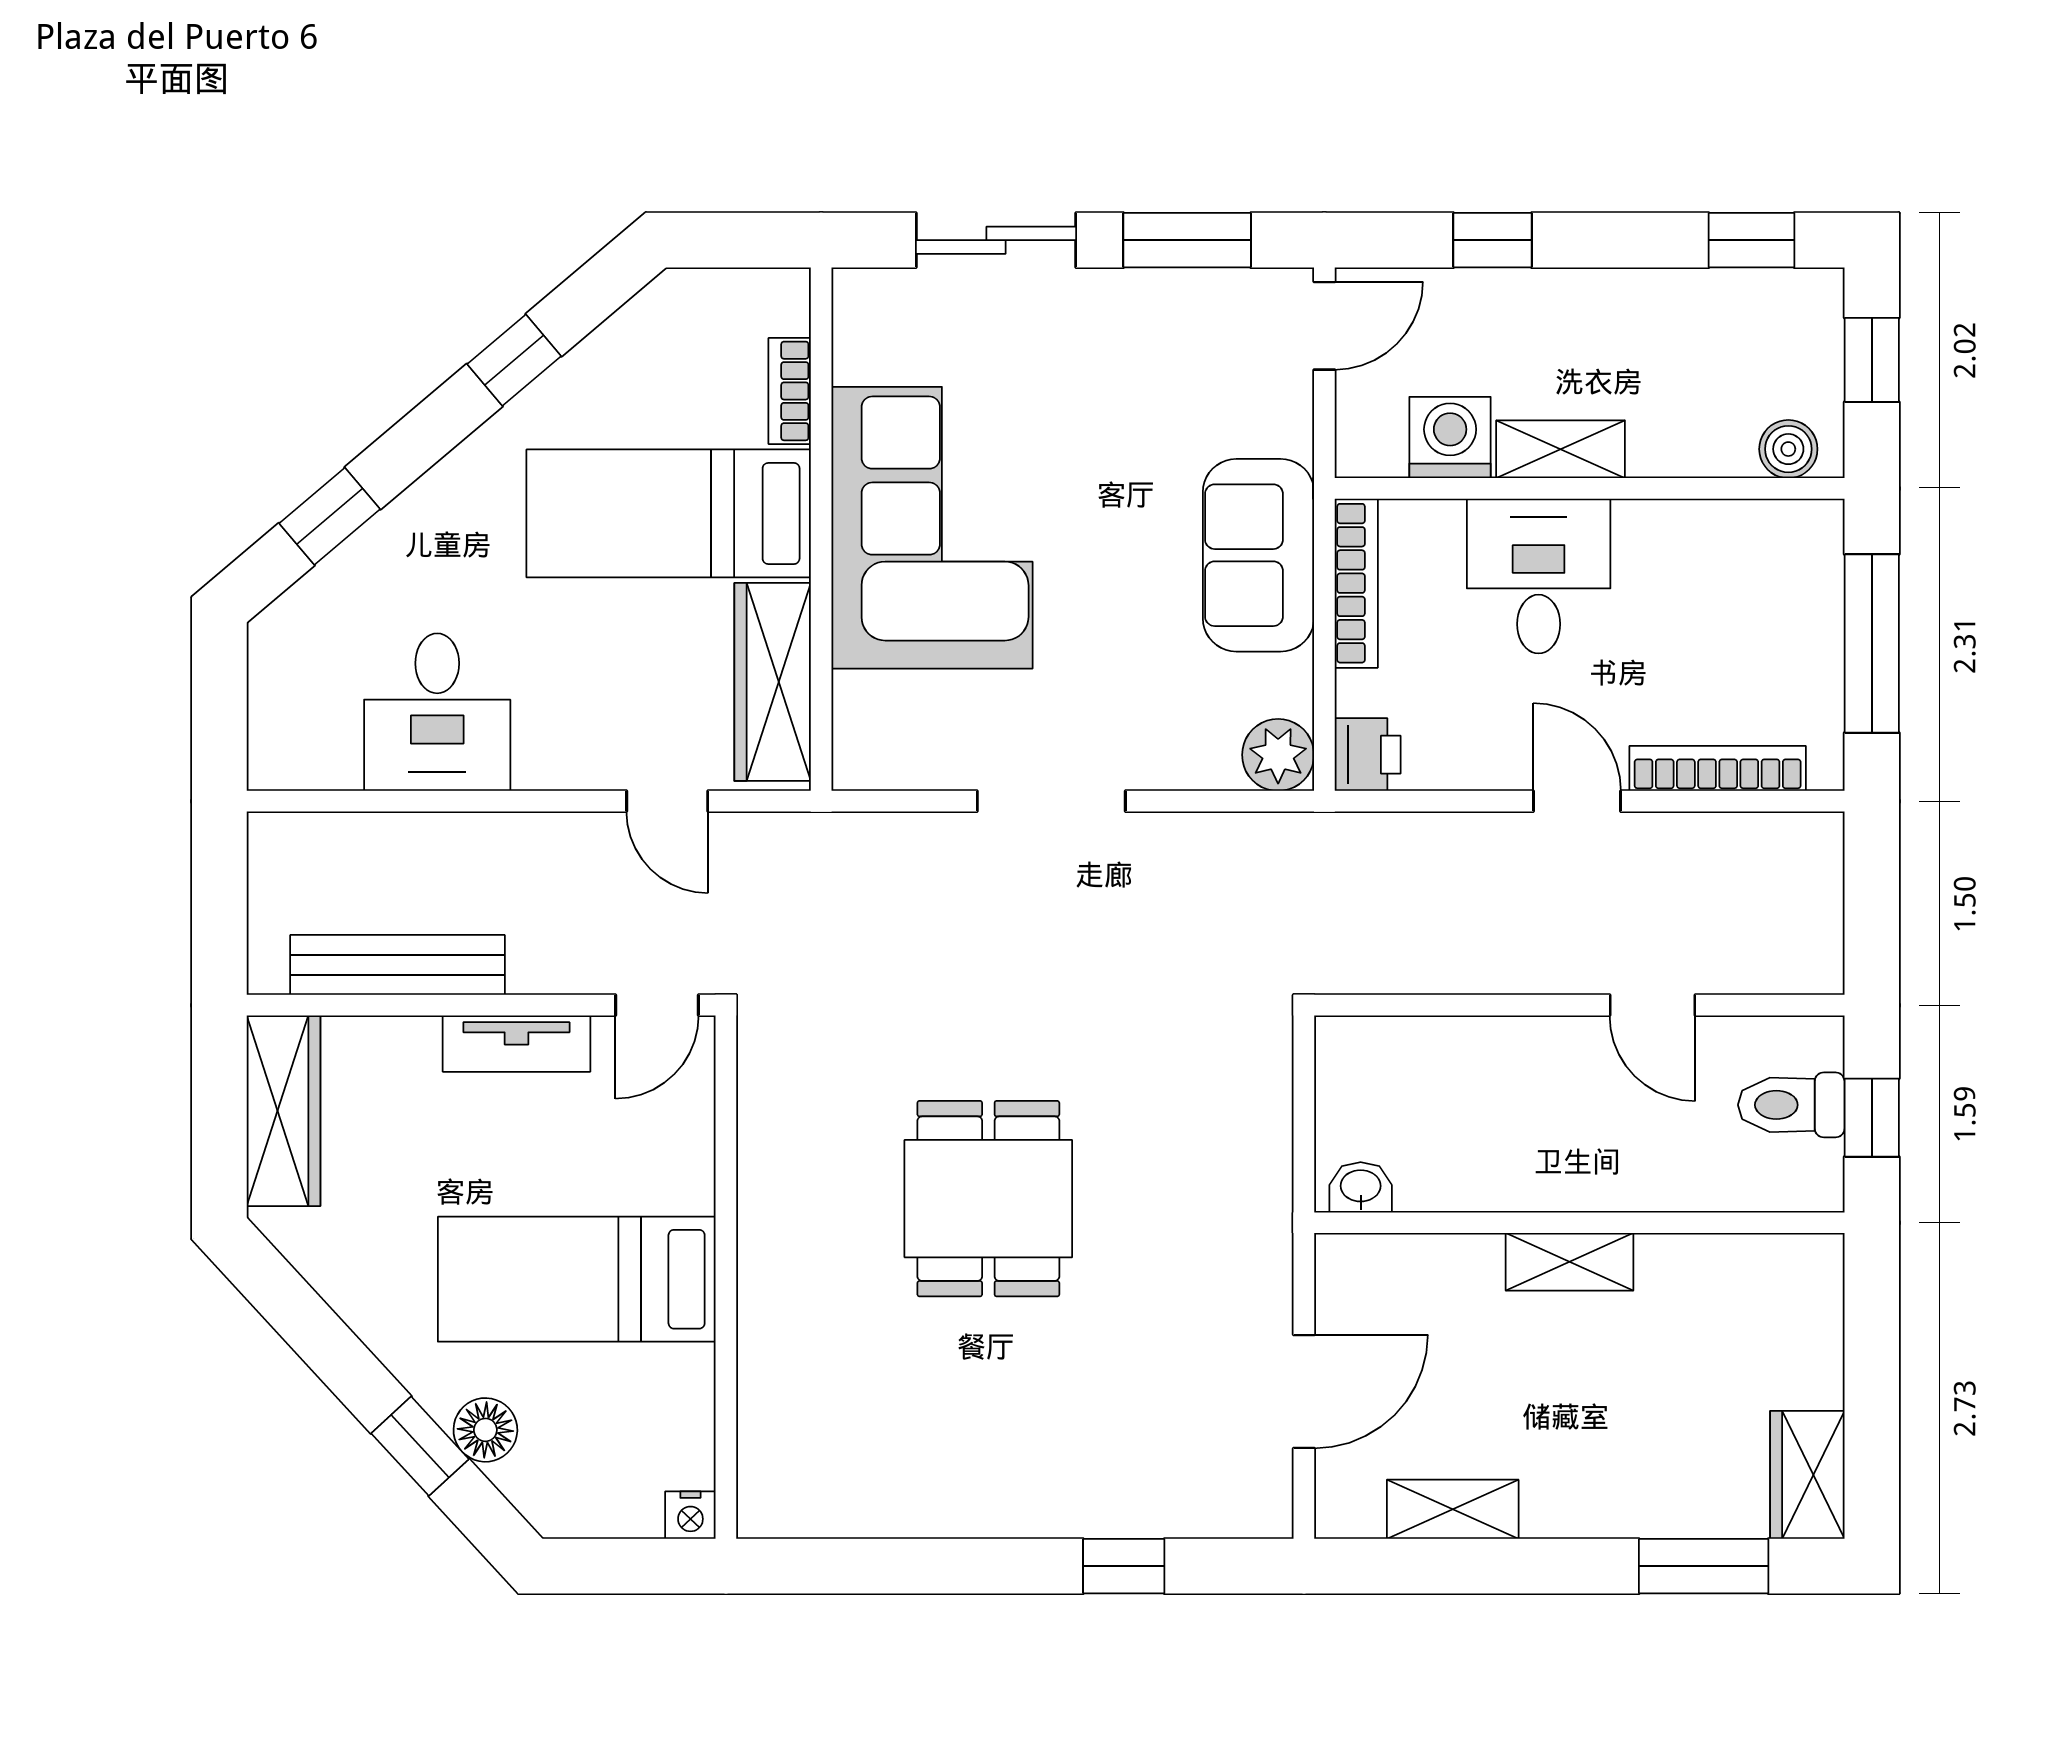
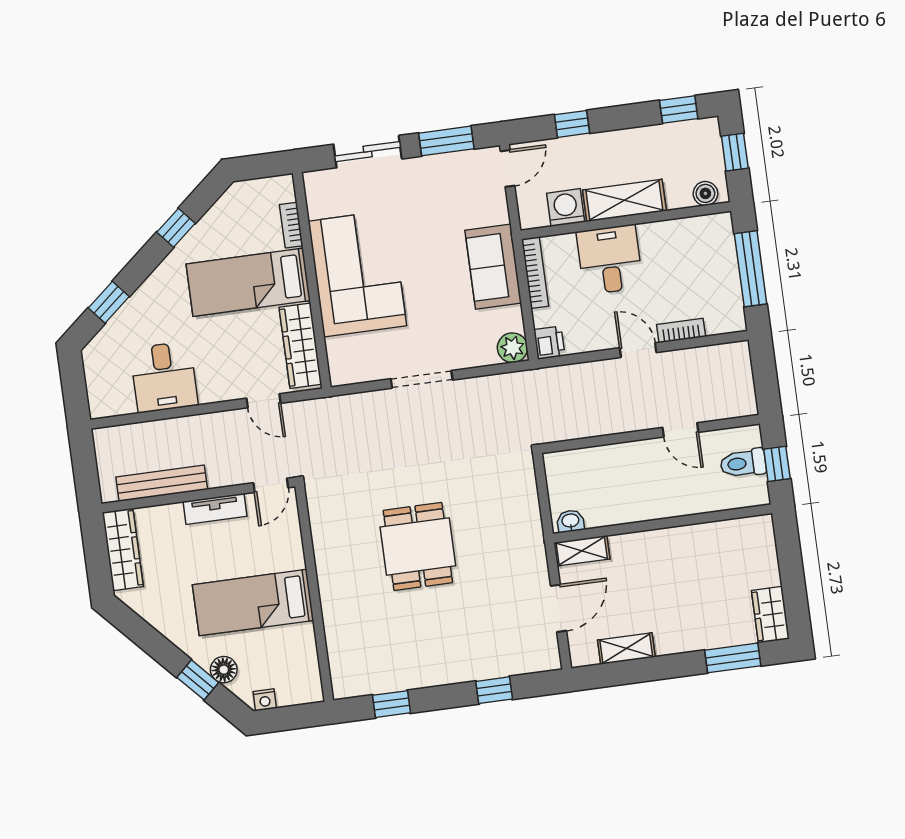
shelving: (1561, 449) -> (624, 200), width x1.50, depth x1.33
bookcase: (1718, 768) -> (681, 331), width x0.64
shelving: (1569, 1262) -> (582, 551), moved
nightstand: (690, 1515) -> (265, 700), moved
window: (874, 1566) -> (391, 704), added

